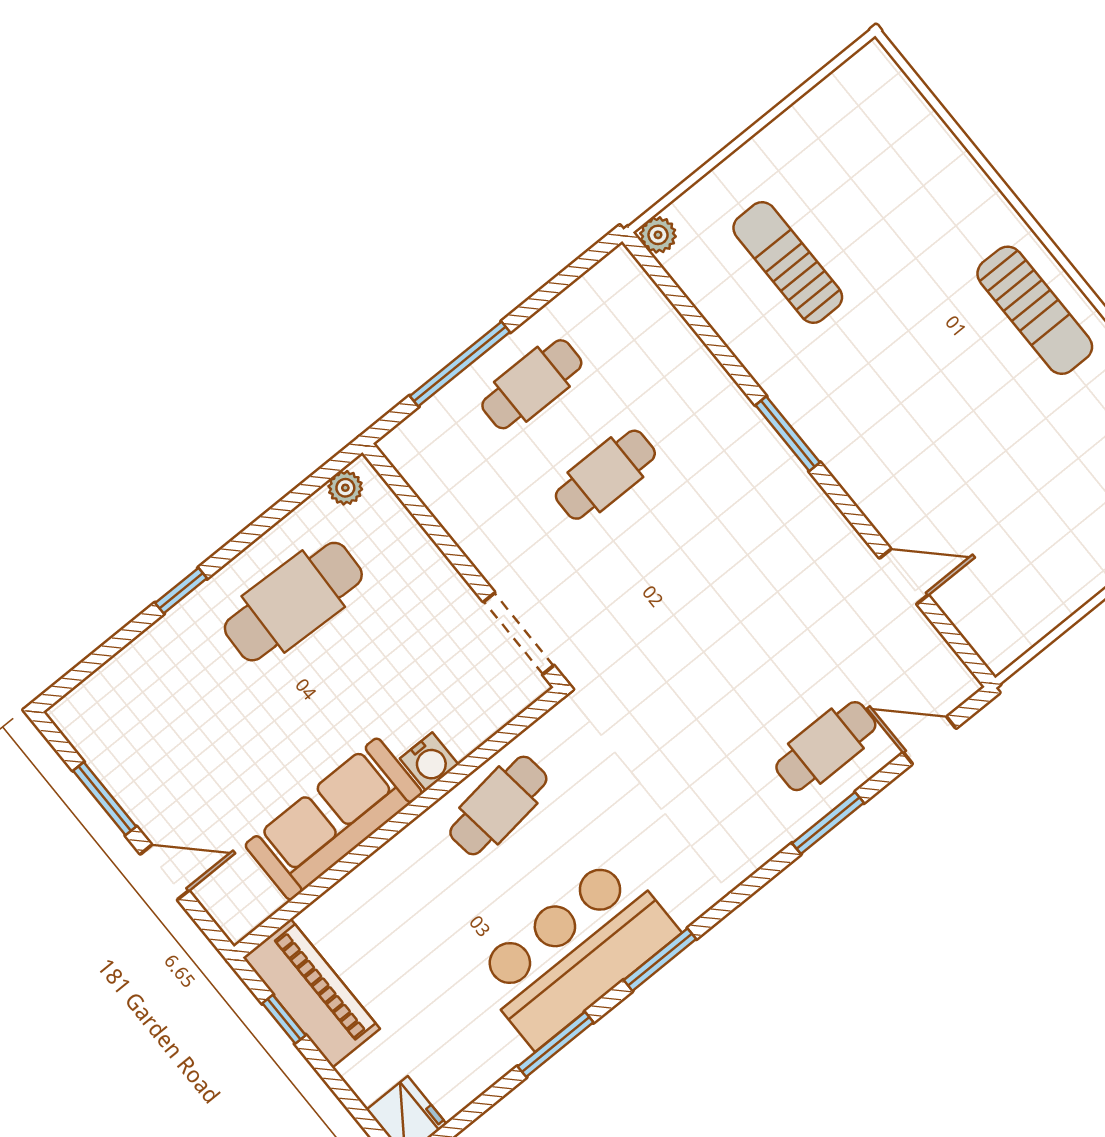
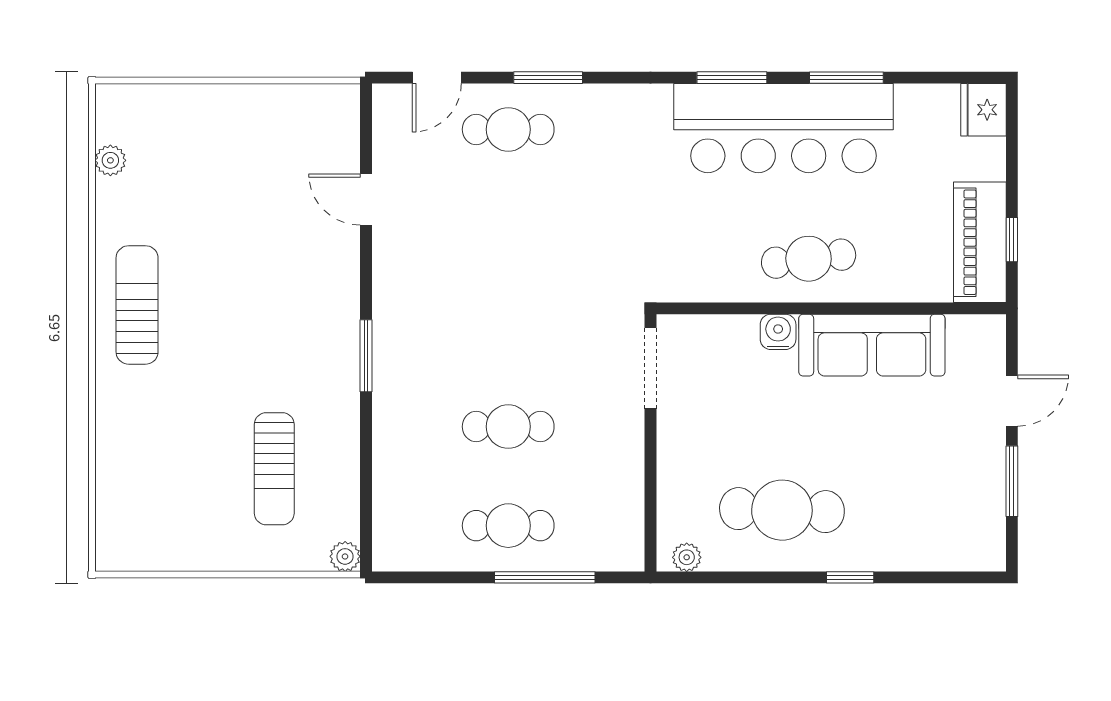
door: (930, 740) -> (437, 78), hinge flipped
cafe table: (498, 805) -> (809, 259), moved
door: (165, 872) -> (1012, 401), swing flipped
bar counter: (576, 952) -> (783, 128), width x1.36

